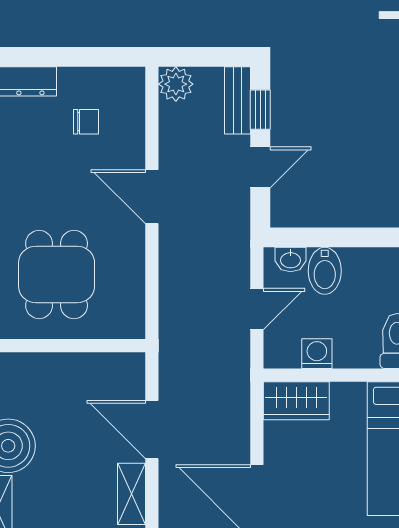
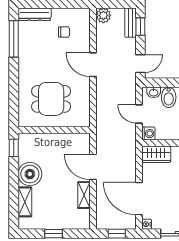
door: (260, 167) -> (140, 64), moved
dining table: (57, 274) -> (51, 99), turned 90
door: (257, 309) -> (139, 114), swing flipped
washing machine: (317, 354) -> (148, 134), moved, turned 90

